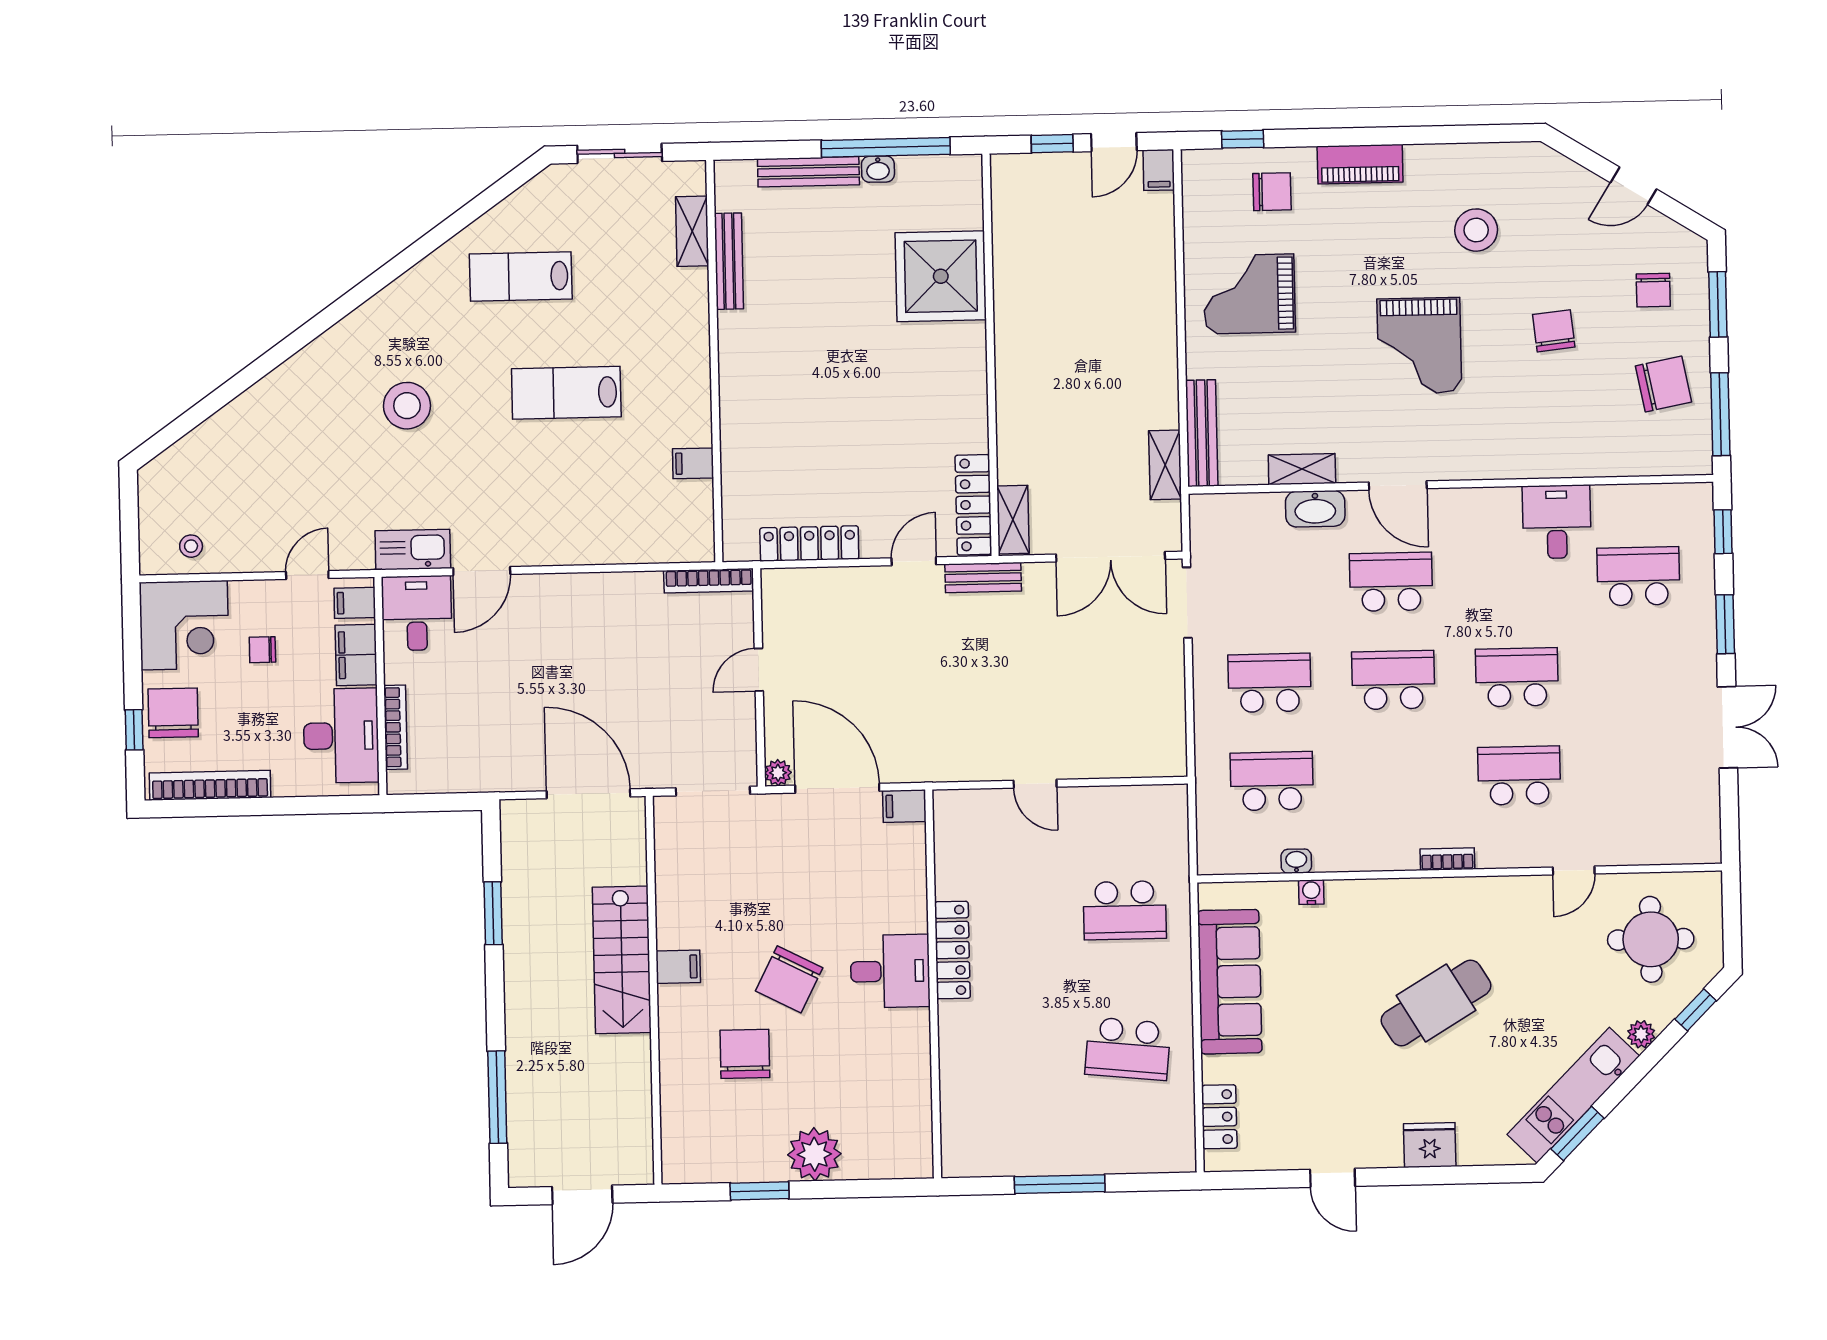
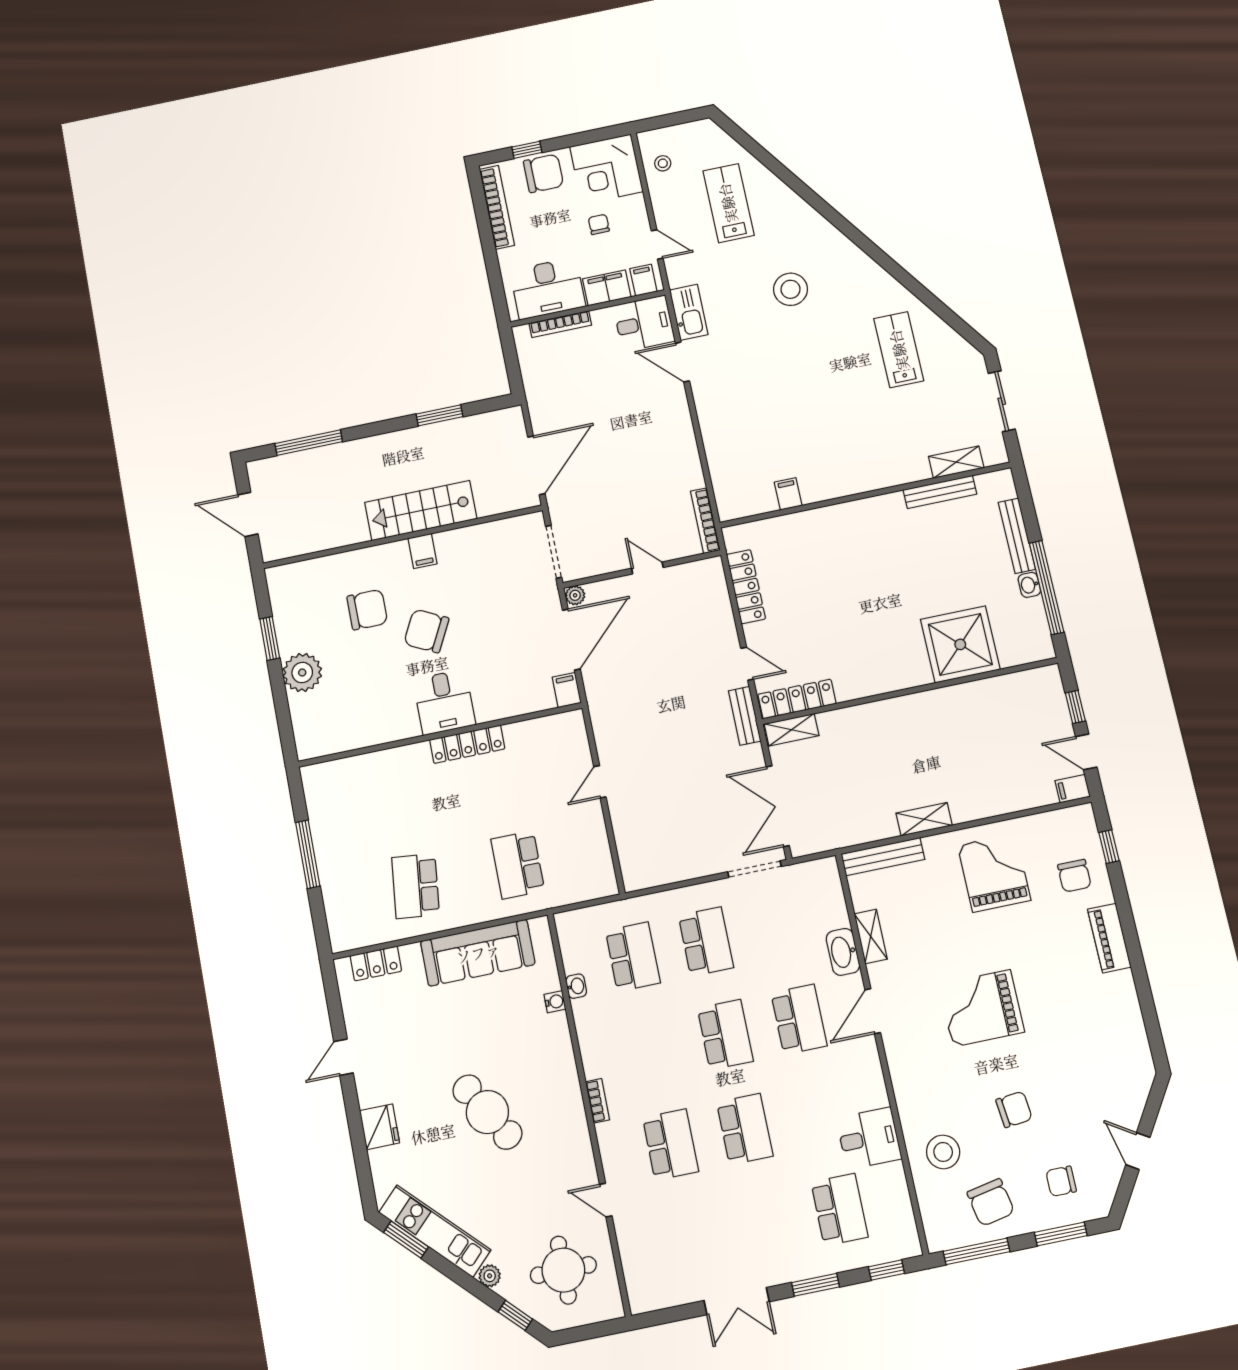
stool: (1476, 230) -> (943, 1152), moved
lab bench: (566, 393) -> (728, 203), moved
shelving: (1165, 465) -> (924, 819), moved

